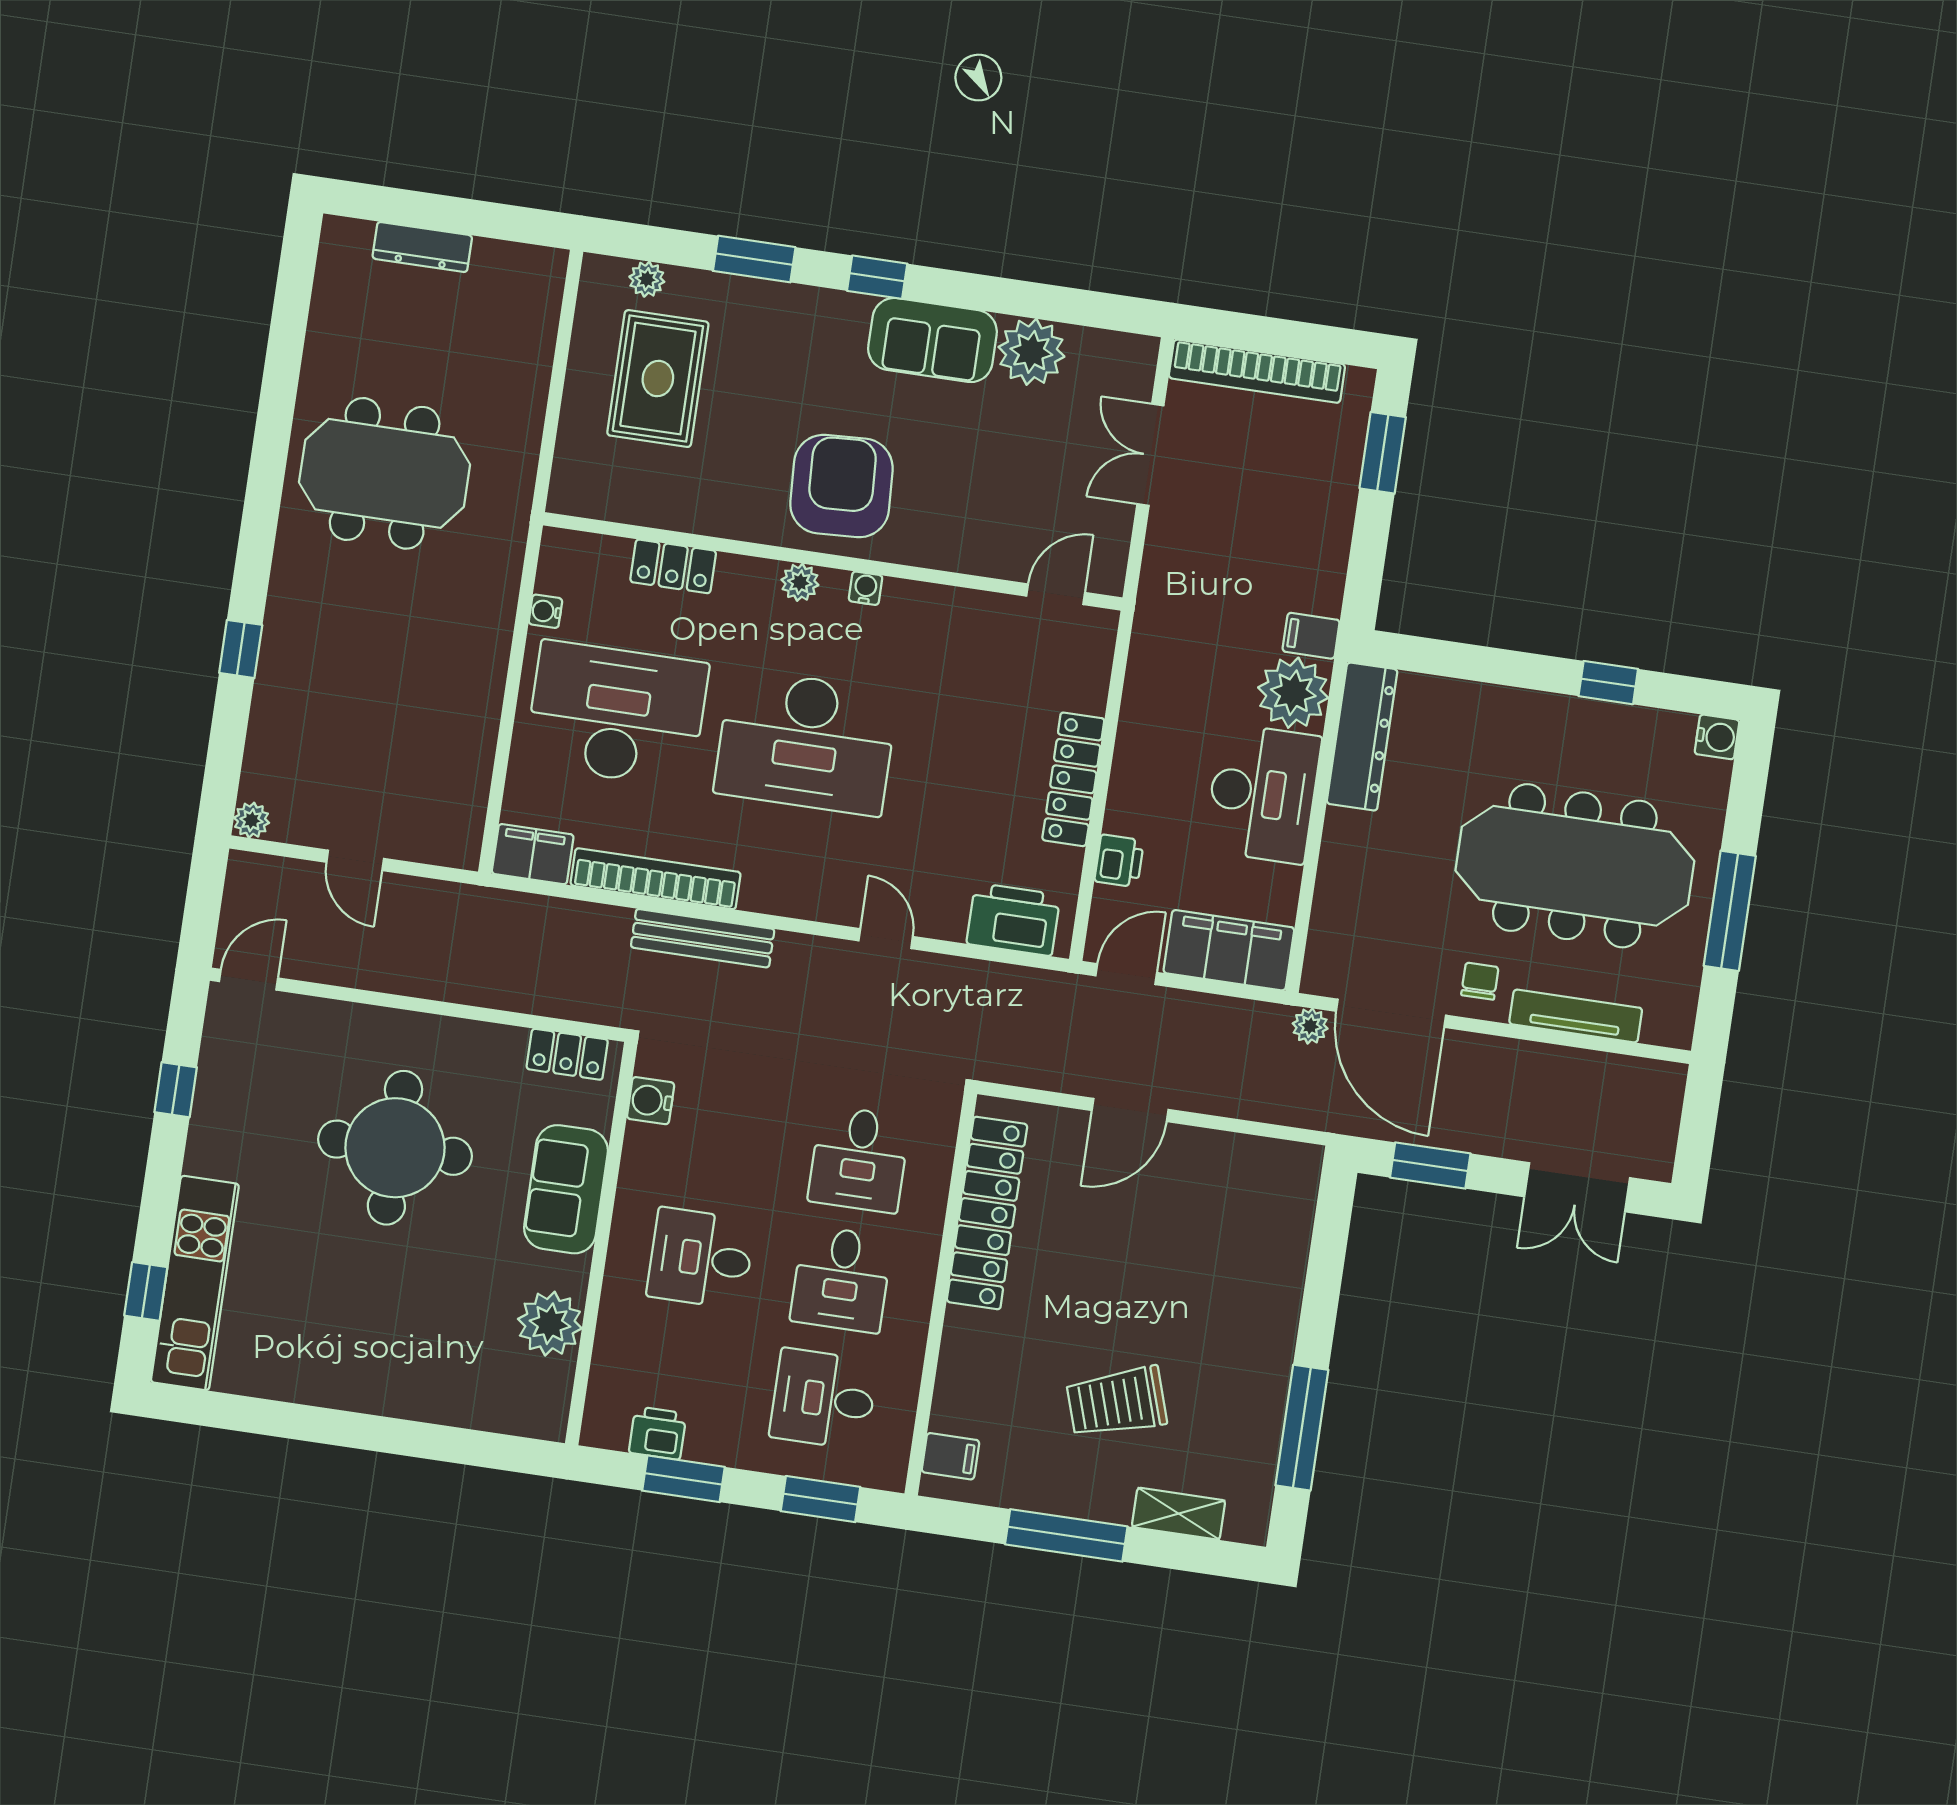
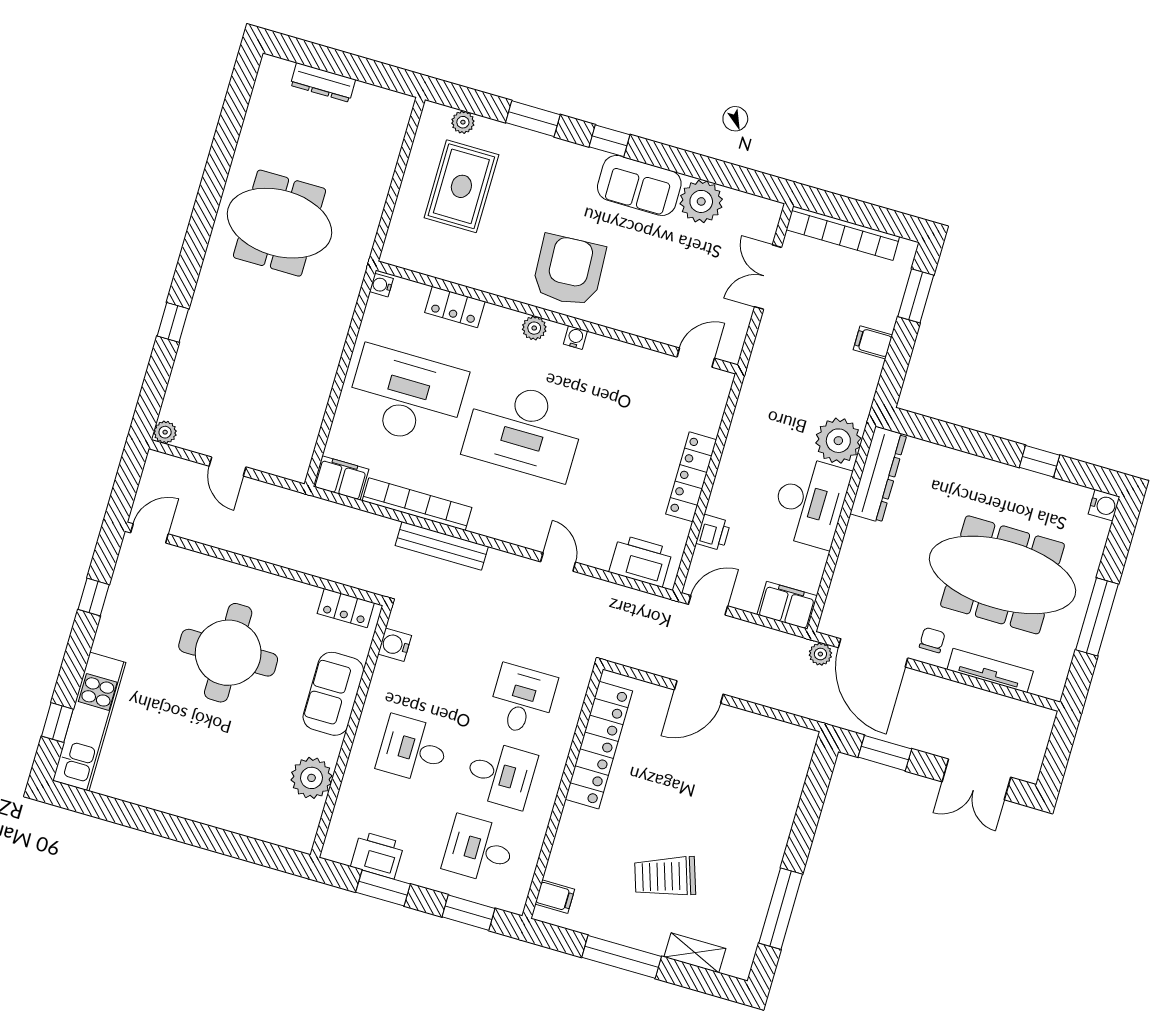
water cooler: (545, 611) -> (381, 285), moved
filing cabinet: (1311, 636) -> (873, 342), moved
filing cabinet: (1229, 950) -> (787, 605), width x0.67, depth x0.86
desk: (859, 1159) -> (522, 700), turned 180
desk: (841, 1279) -> (501, 775), turned -90
printer: (658, 1433) -> (377, 855), width x1.36, depth x1.24

